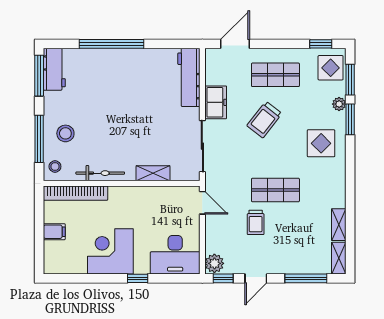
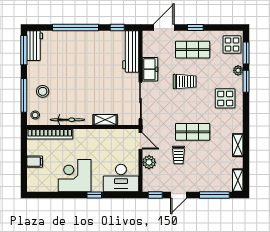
window: (170, 44) -> (117, 28), added
window: (321, 44) -> (195, 28), moved
trolley: (264, 120) -> (185, 82), turned -128
shelving: (339, 225) -> (238, 145), moved
plant: (214, 263) -> (149, 162), moved

